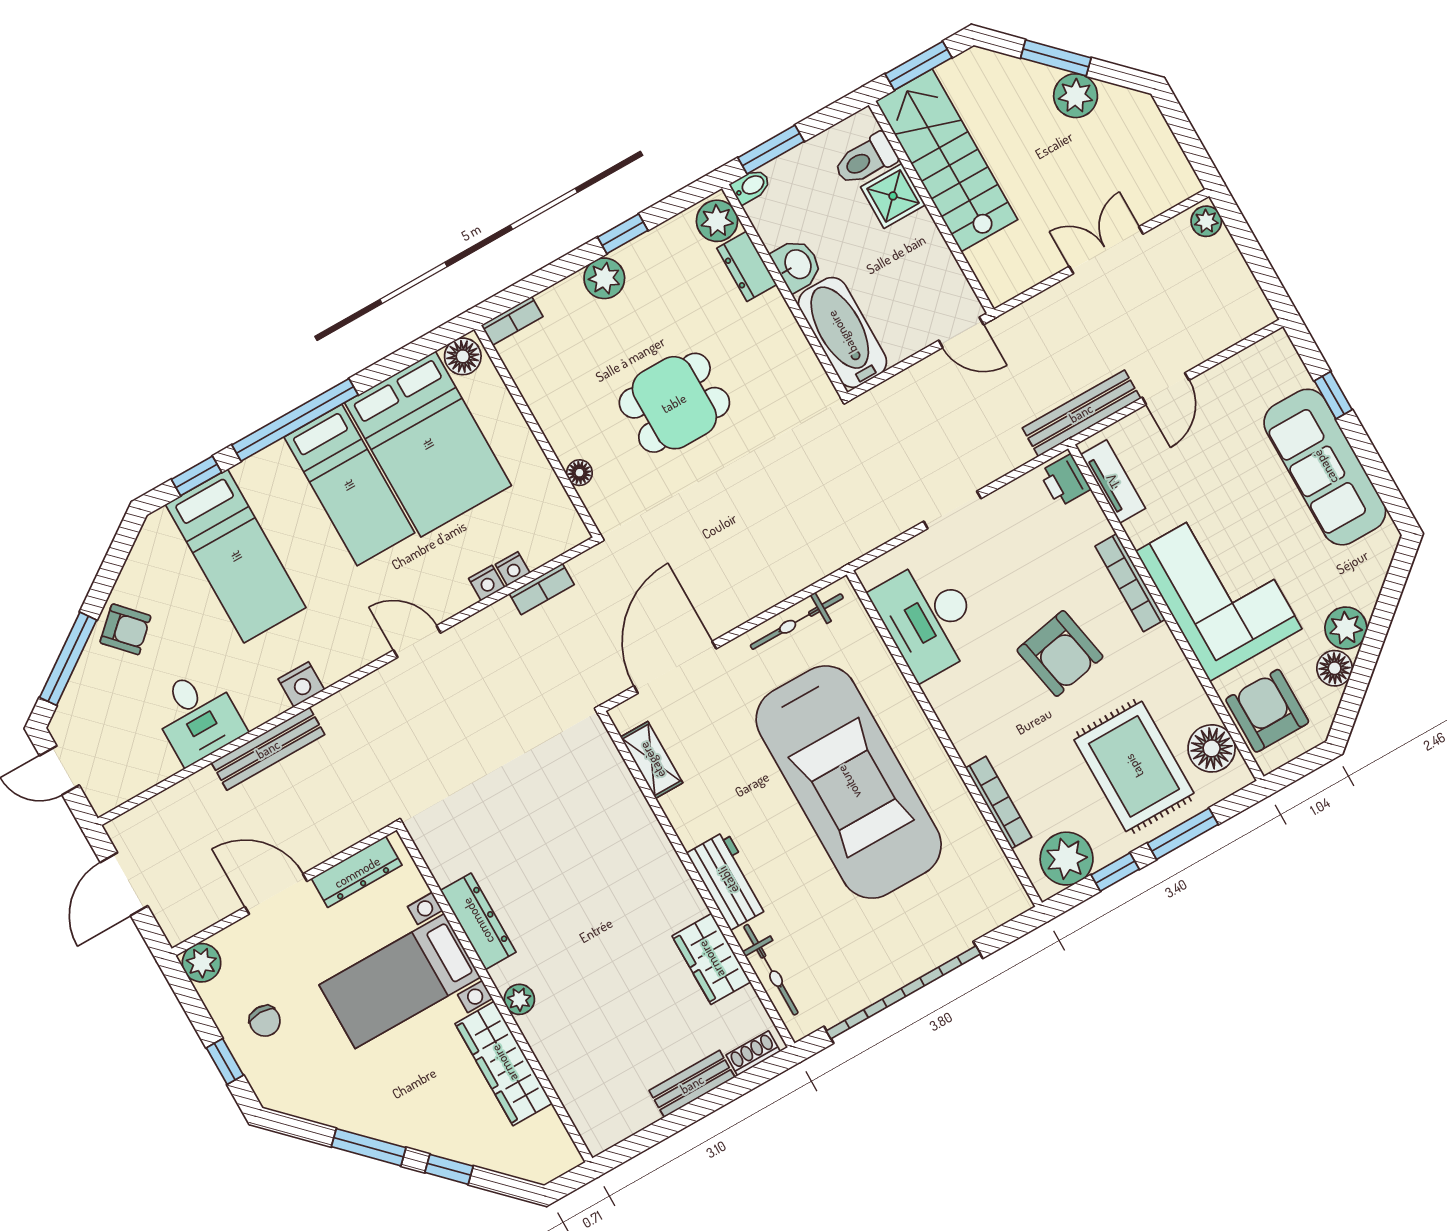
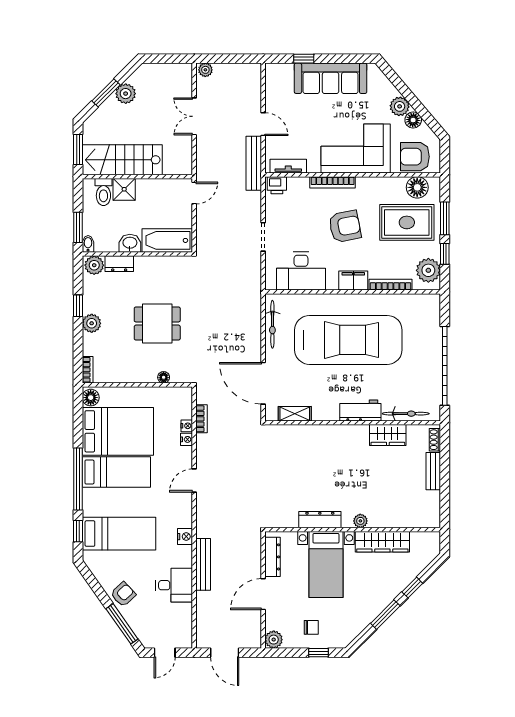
dining table: (674, 403) -> (157, 324), turned 90
filing cabinet: (966, 728) -> (353, 281), added

